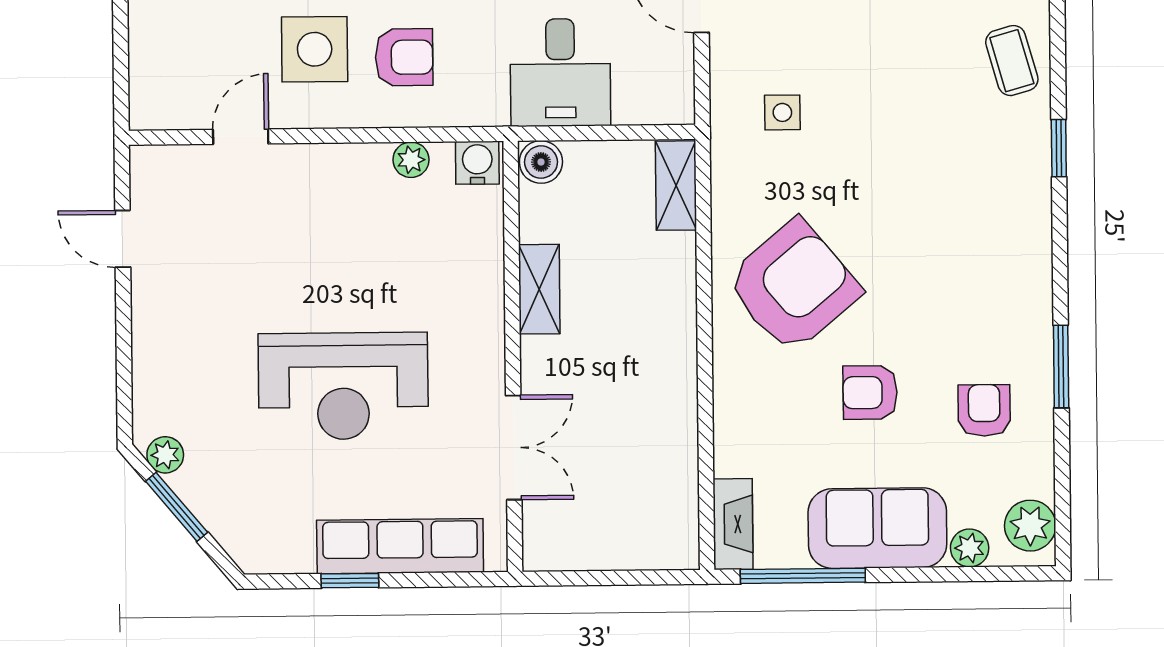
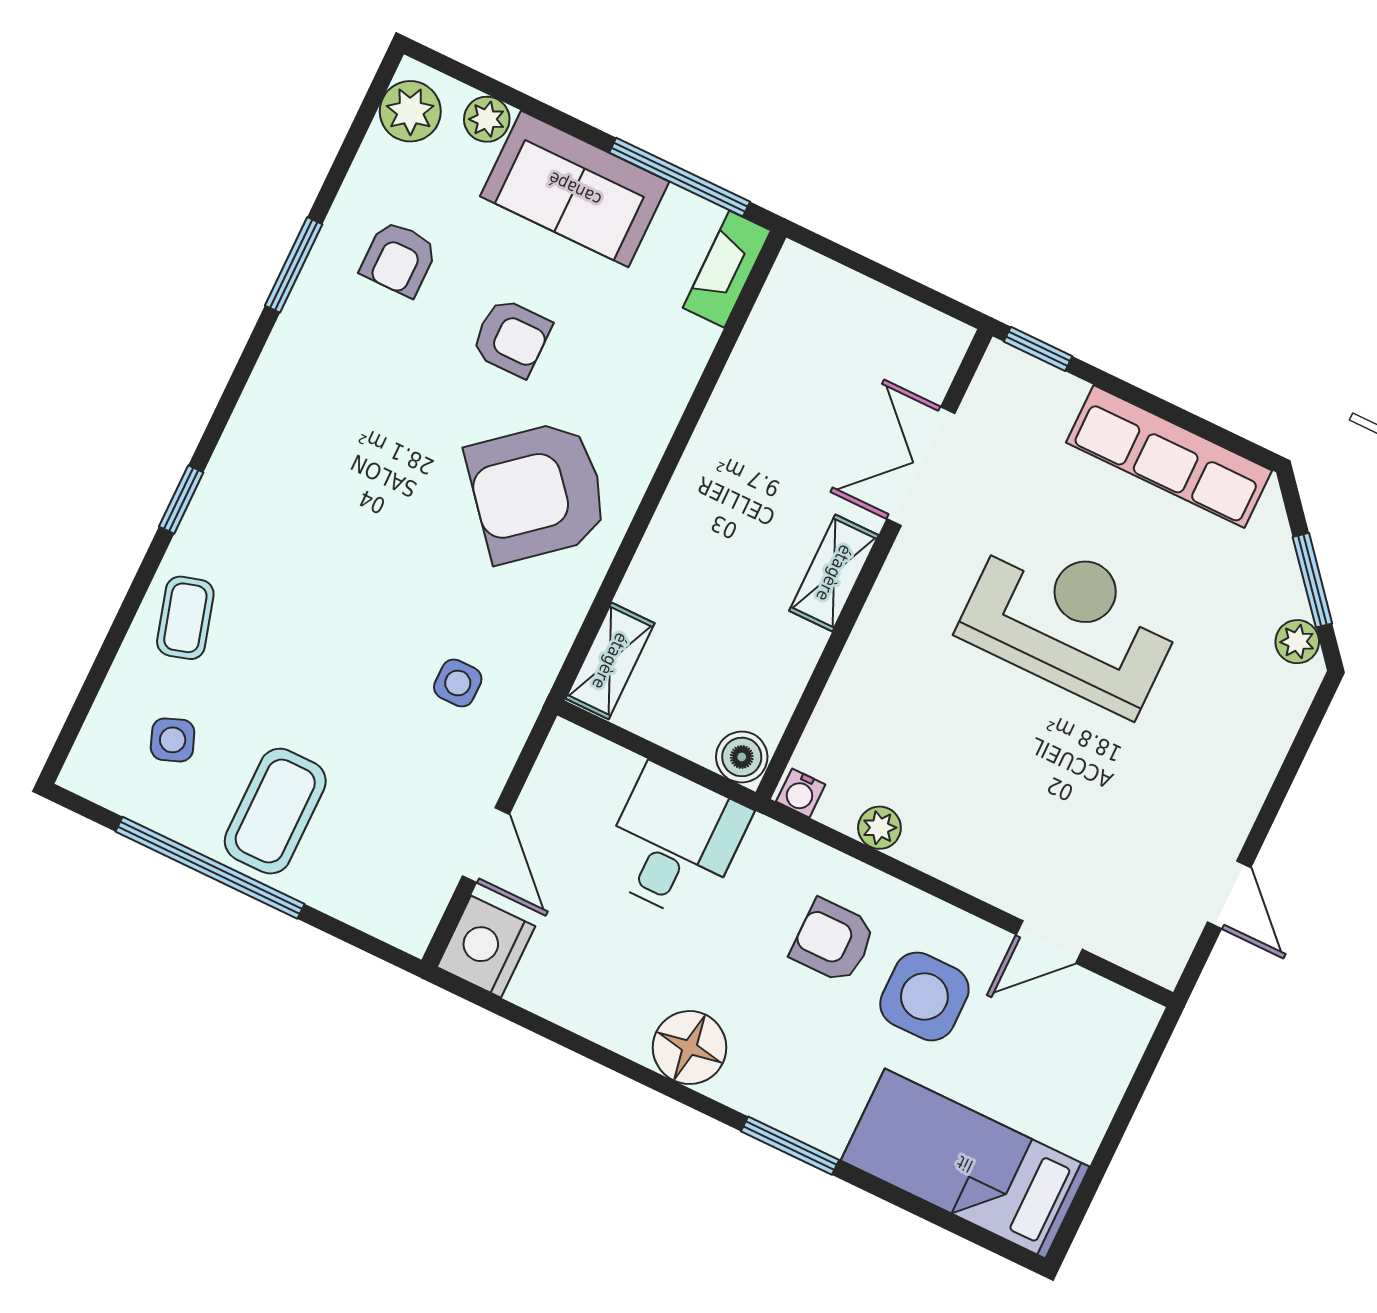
water cooler: (477, 163) -> (801, 793), width x0.72, depth x0.72
shelving: (539, 289) -> (834, 573), moved
row of seats: (400, 546) -> (1169, 456), moved
window: (350, 581) -> (1038, 349), moved

